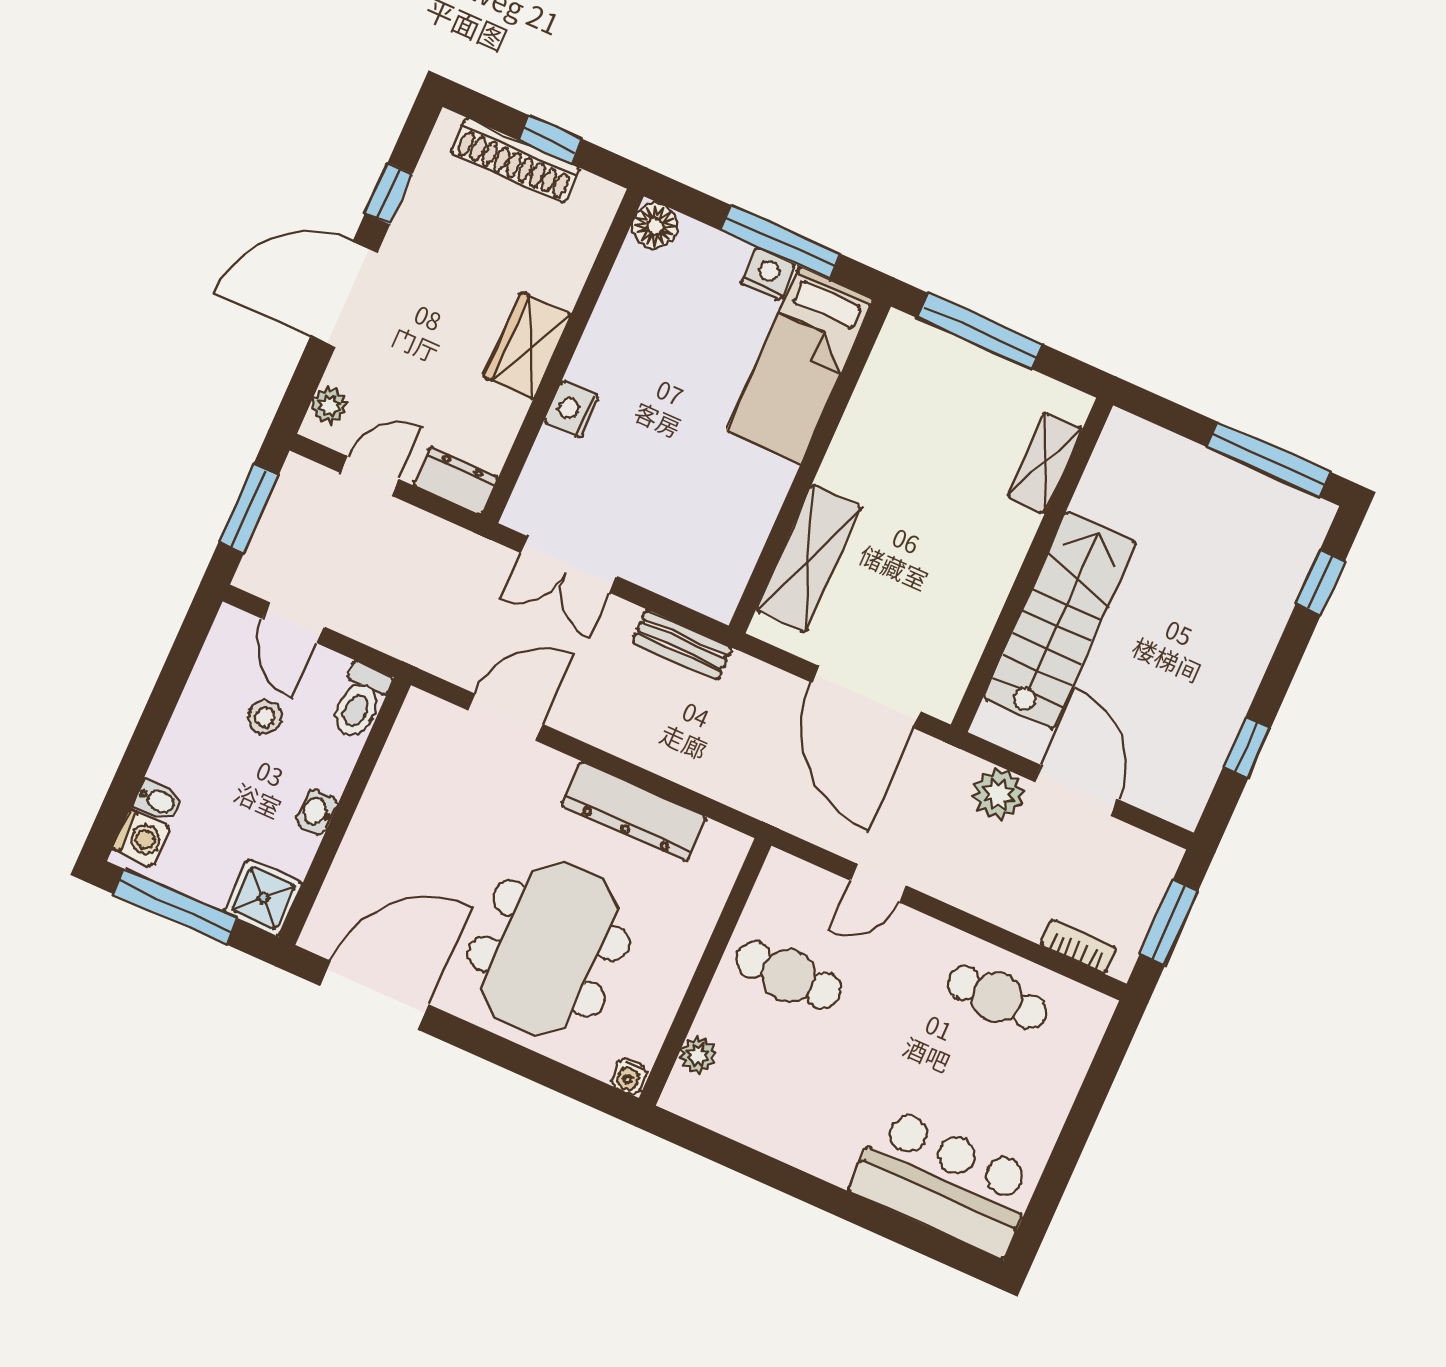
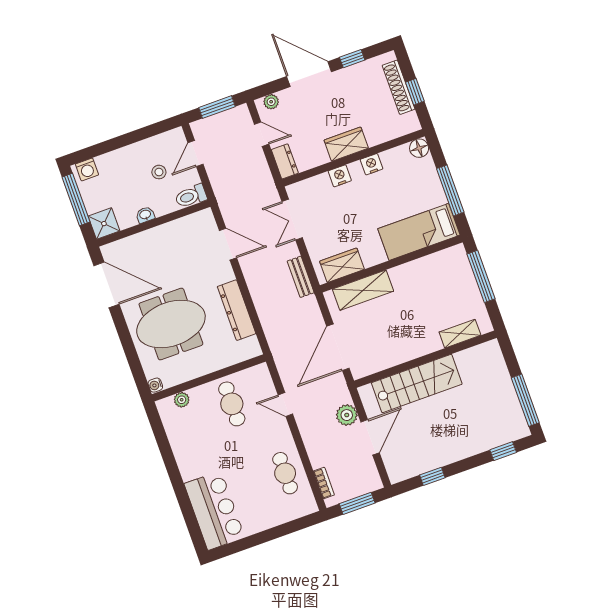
nightstand: (768, 274) -> (372, 164), moved, turned -90
wardrobe: (731, 554) -> (342, 265), added
bidet: (158, 800) -> (103, 164), removed

